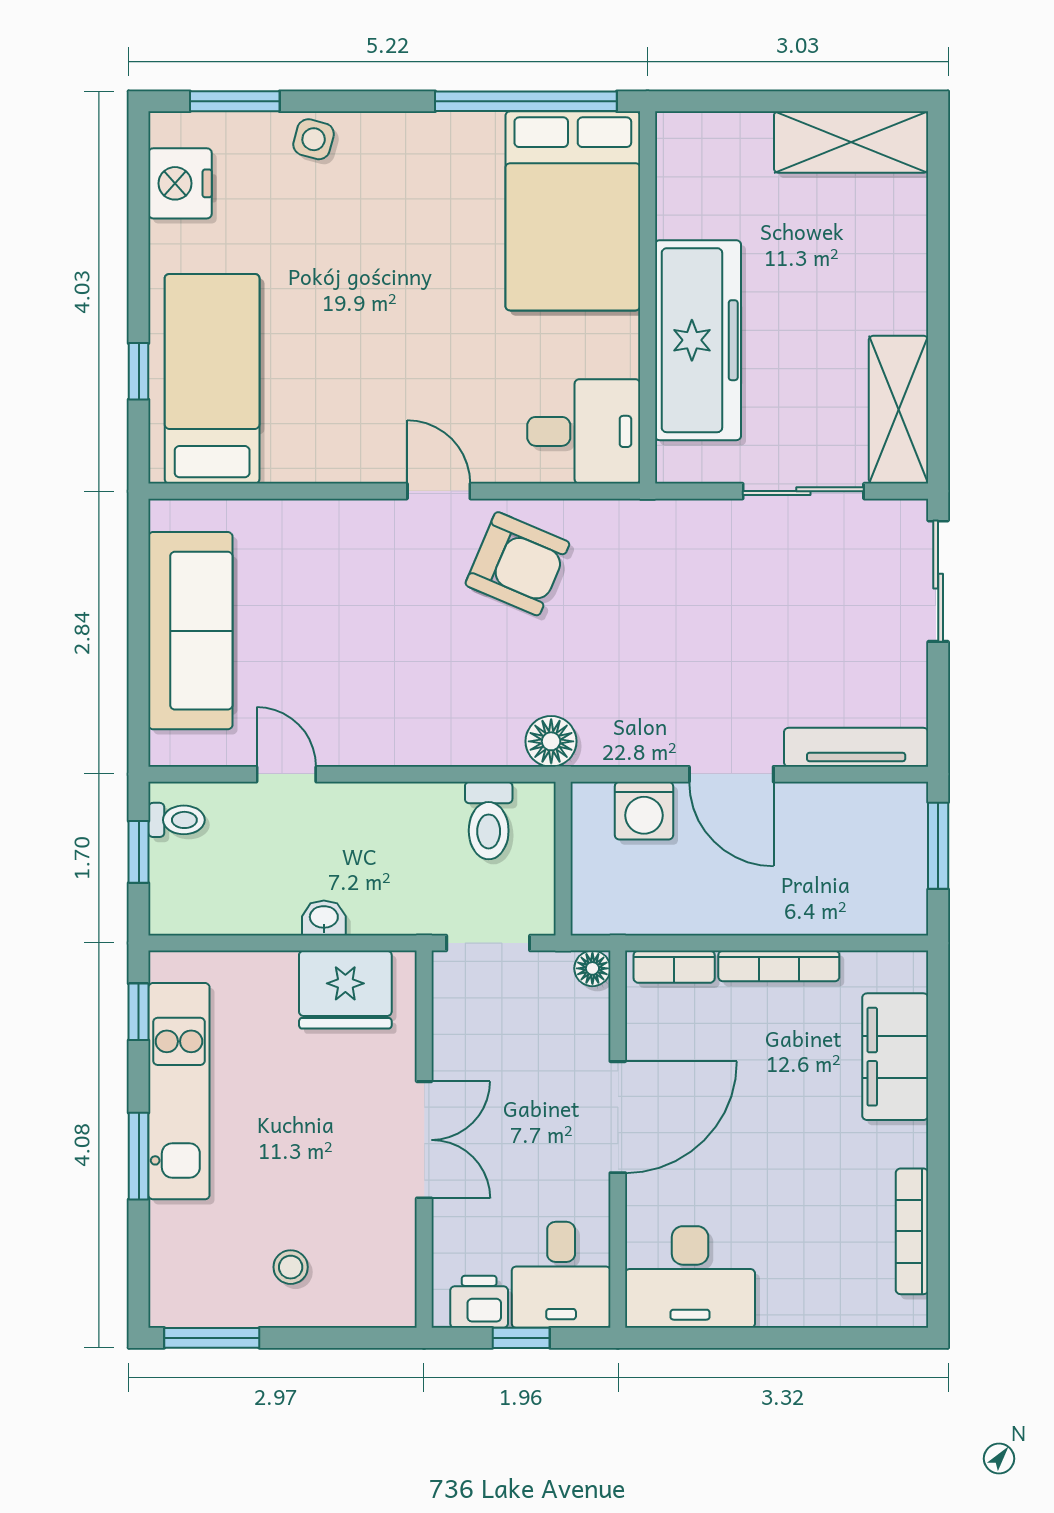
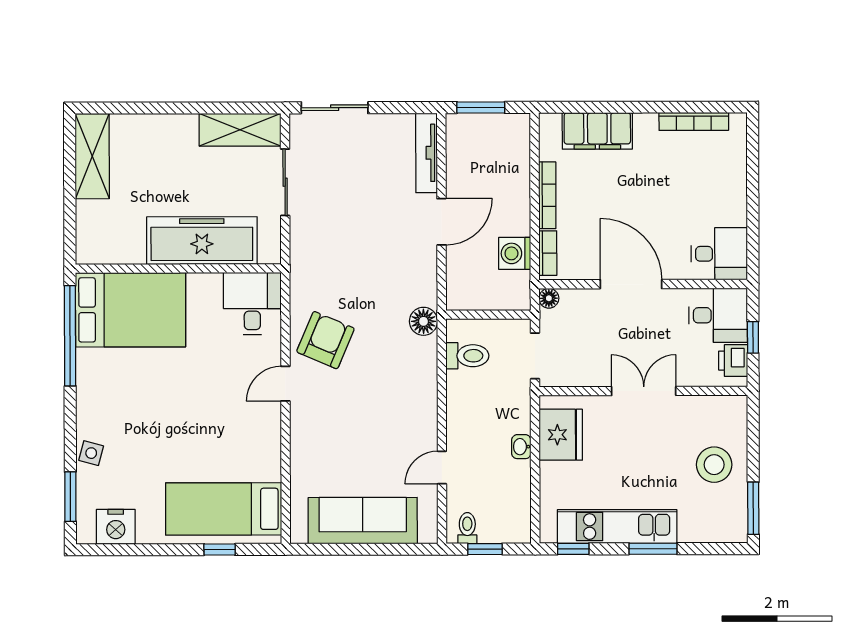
washing machine: (644, 811) -> (515, 253), moved, turned 180
stool: (291, 1267) -> (714, 465), width x1.89, depth x1.89
desk: (690, 1277) -> (719, 254), width x0.73

